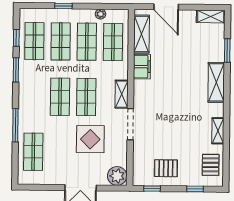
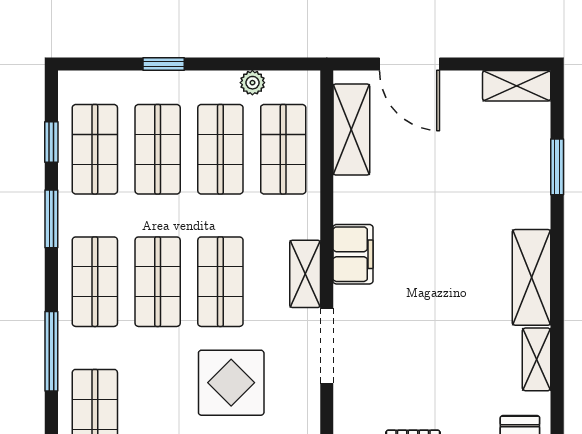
filing cabinet: (142, 67) -> (353, 254), moved
shelving: (216, 82) -> (532, 277), moved
shop shelf: (34, 96) -> (95, 282), added

